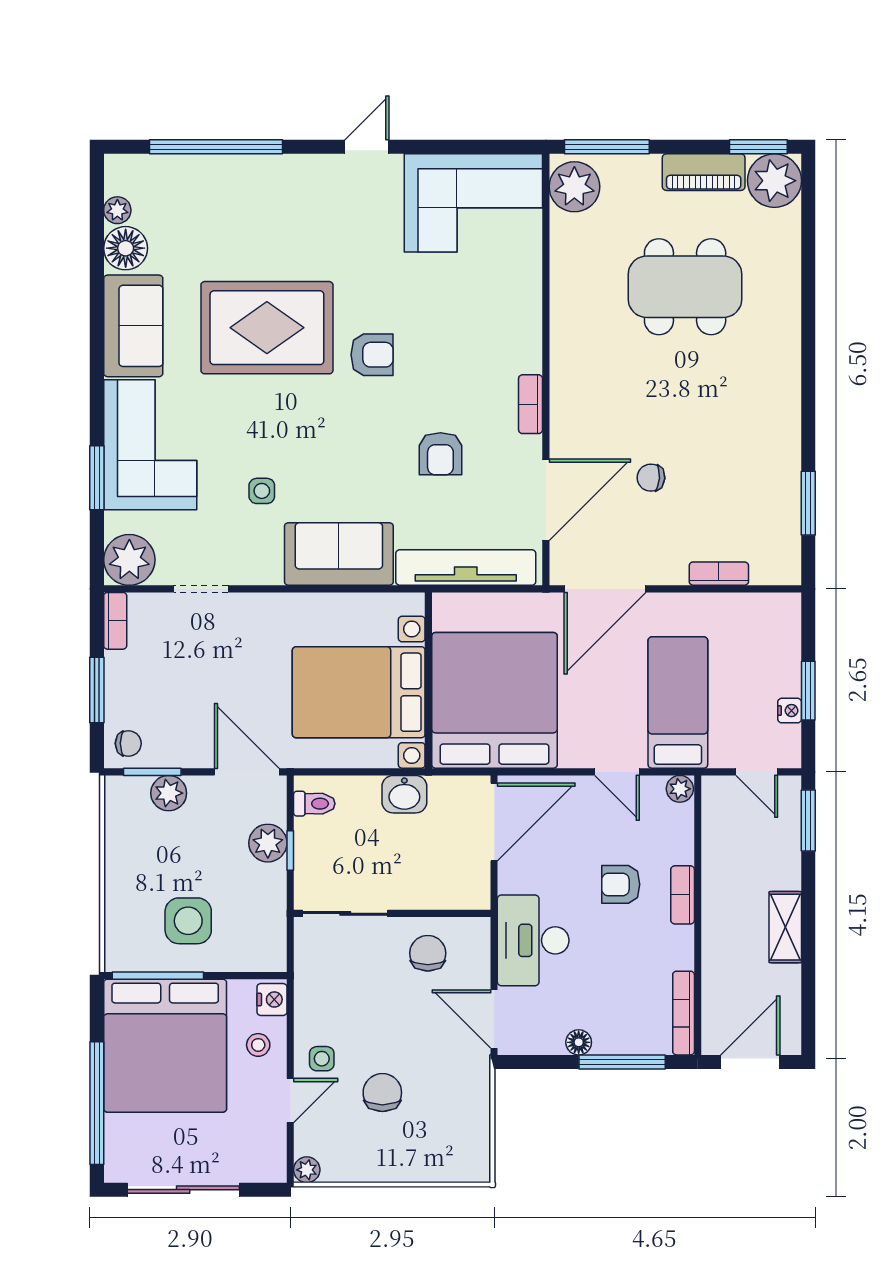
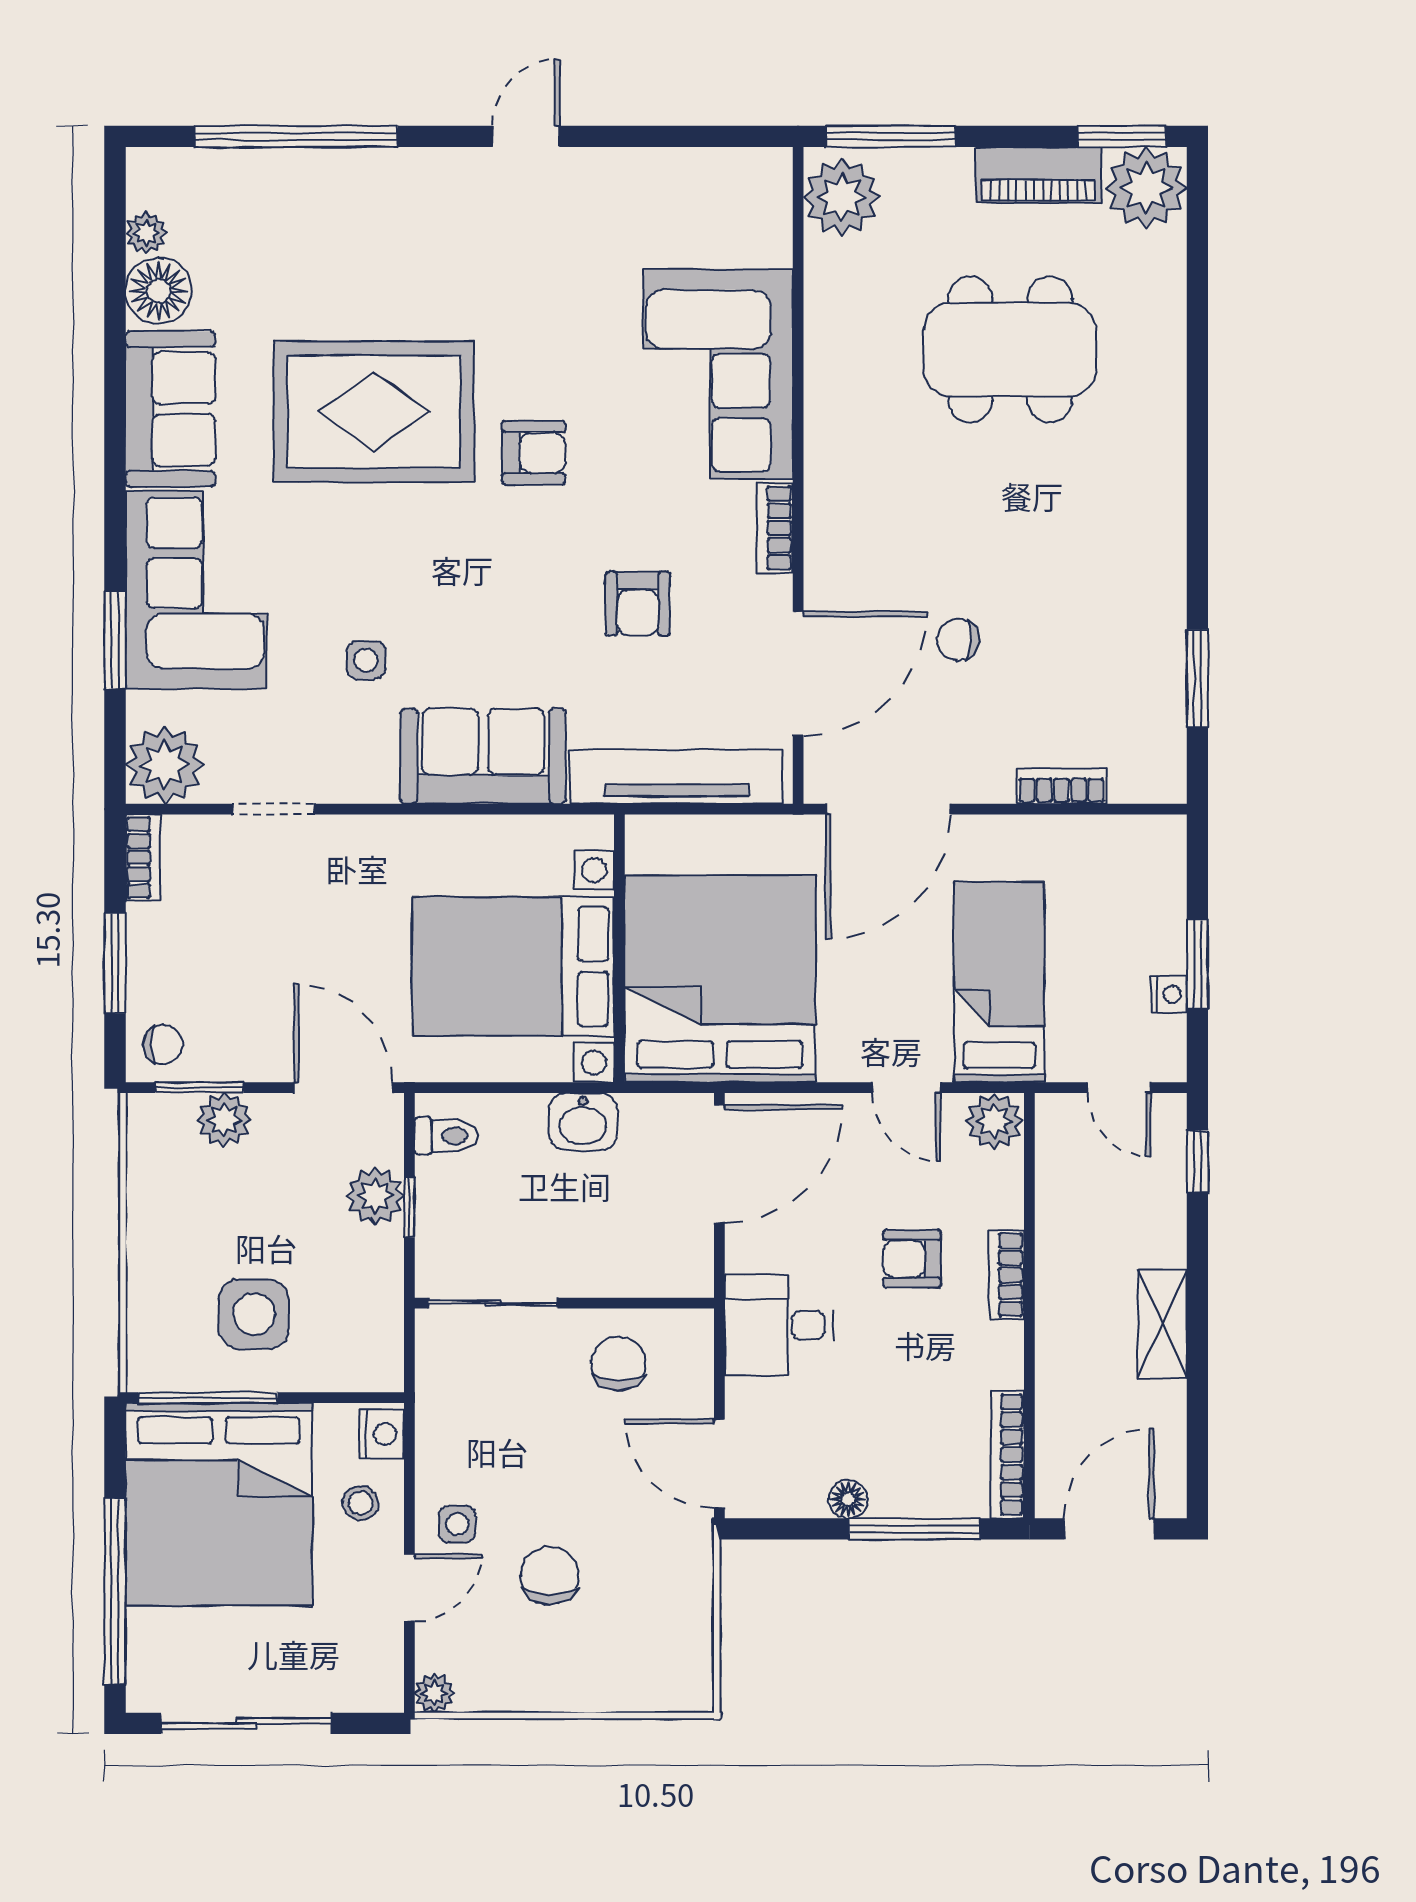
corner sofa: (473, 203) -> (718, 374), moved, turned 90
plant: (680, 789) -> (994, 1121), width x1.38, depth x1.38
window: (808, 821) -> (1197, 1162), width x0.67
desk: (533, 940) -> (779, 1325), width x0.73

